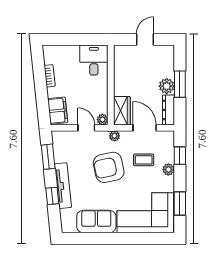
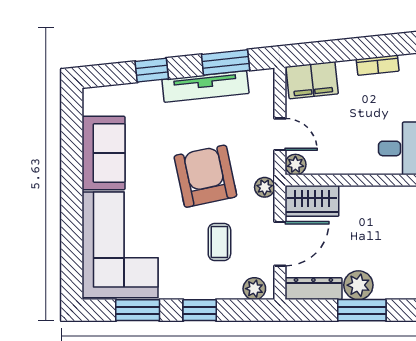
door: (86, 128) -> (280, 134), hinge flipped
window: (180, 156) -> (200, 310), moved
plant: (168, 170) -> (254, 289), moved
tv unit: (63, 186) -> (205, 87), moved

